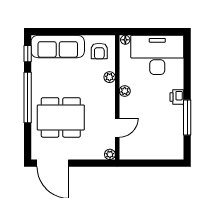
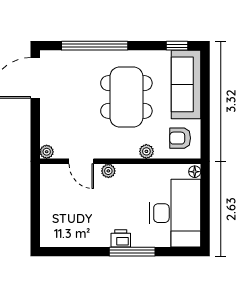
plant: (125, 91) -> (108, 171), moved
window: (28, 97) -> (95, 46), moved
dining table: (61, 117) -> (126, 97), moved
window: (187, 118) -> (132, 252), moved

